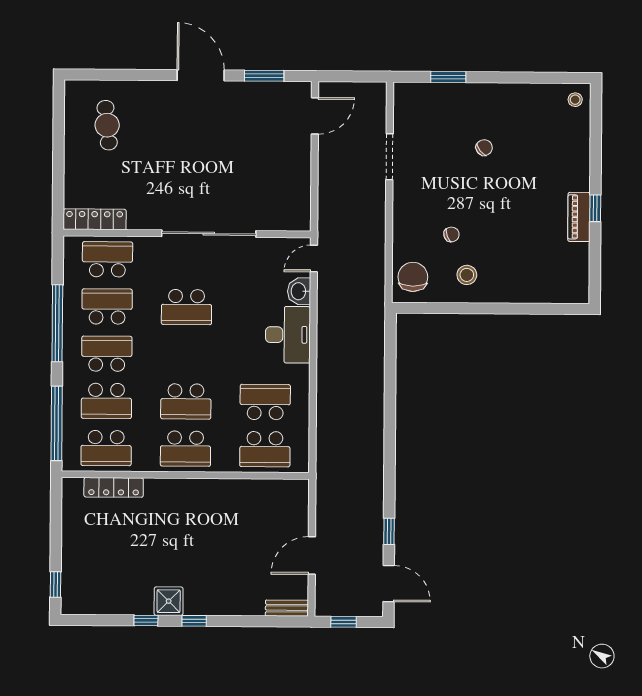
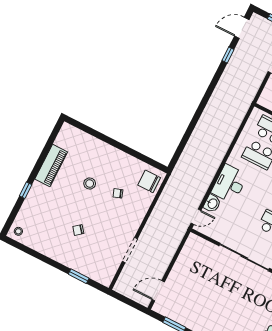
window: (595, 208) -> (26, 190), moved
piano: (579, 217) -> (51, 165), width x1.37, depth x1.33
stool: (467, 275) -> (90, 184), moved
chair: (413, 277) -> (149, 181), turned 90
door: (389, 584) -> (242, 28), hinge flipped

